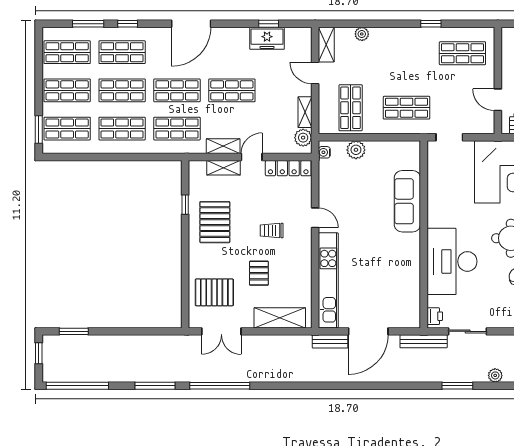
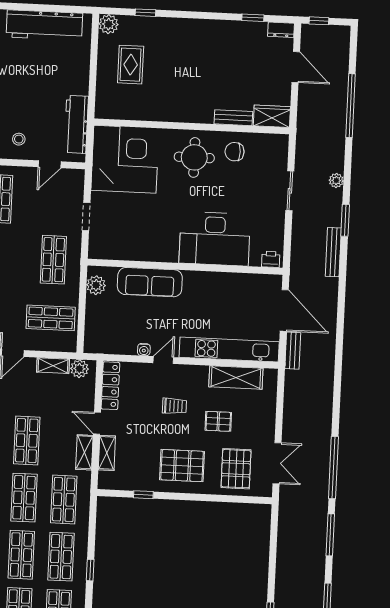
plant: (356, 150) -> (96, 285), moved
water cooler: (324, 152) -> (144, 350), moved
window: (111, 157) -> (90, 570), added
sofa: (407, 201) -> (150, 282), moved
pallet: (215, 222) -> (182, 466), moved
trolley: (272, 231) -> (174, 406), turned -90
wall: (424, 234) -> (185, 267), moved
desk: (452, 261) -> (215, 239), moved
printer: (435, 316) -> (271, 259), moved
shelving: (280, 318) -> (236, 378), moved, turned 90
sliding door: (468, 331) -> (290, 191), moved
bench: (424, 341) -> (333, 252), moved

